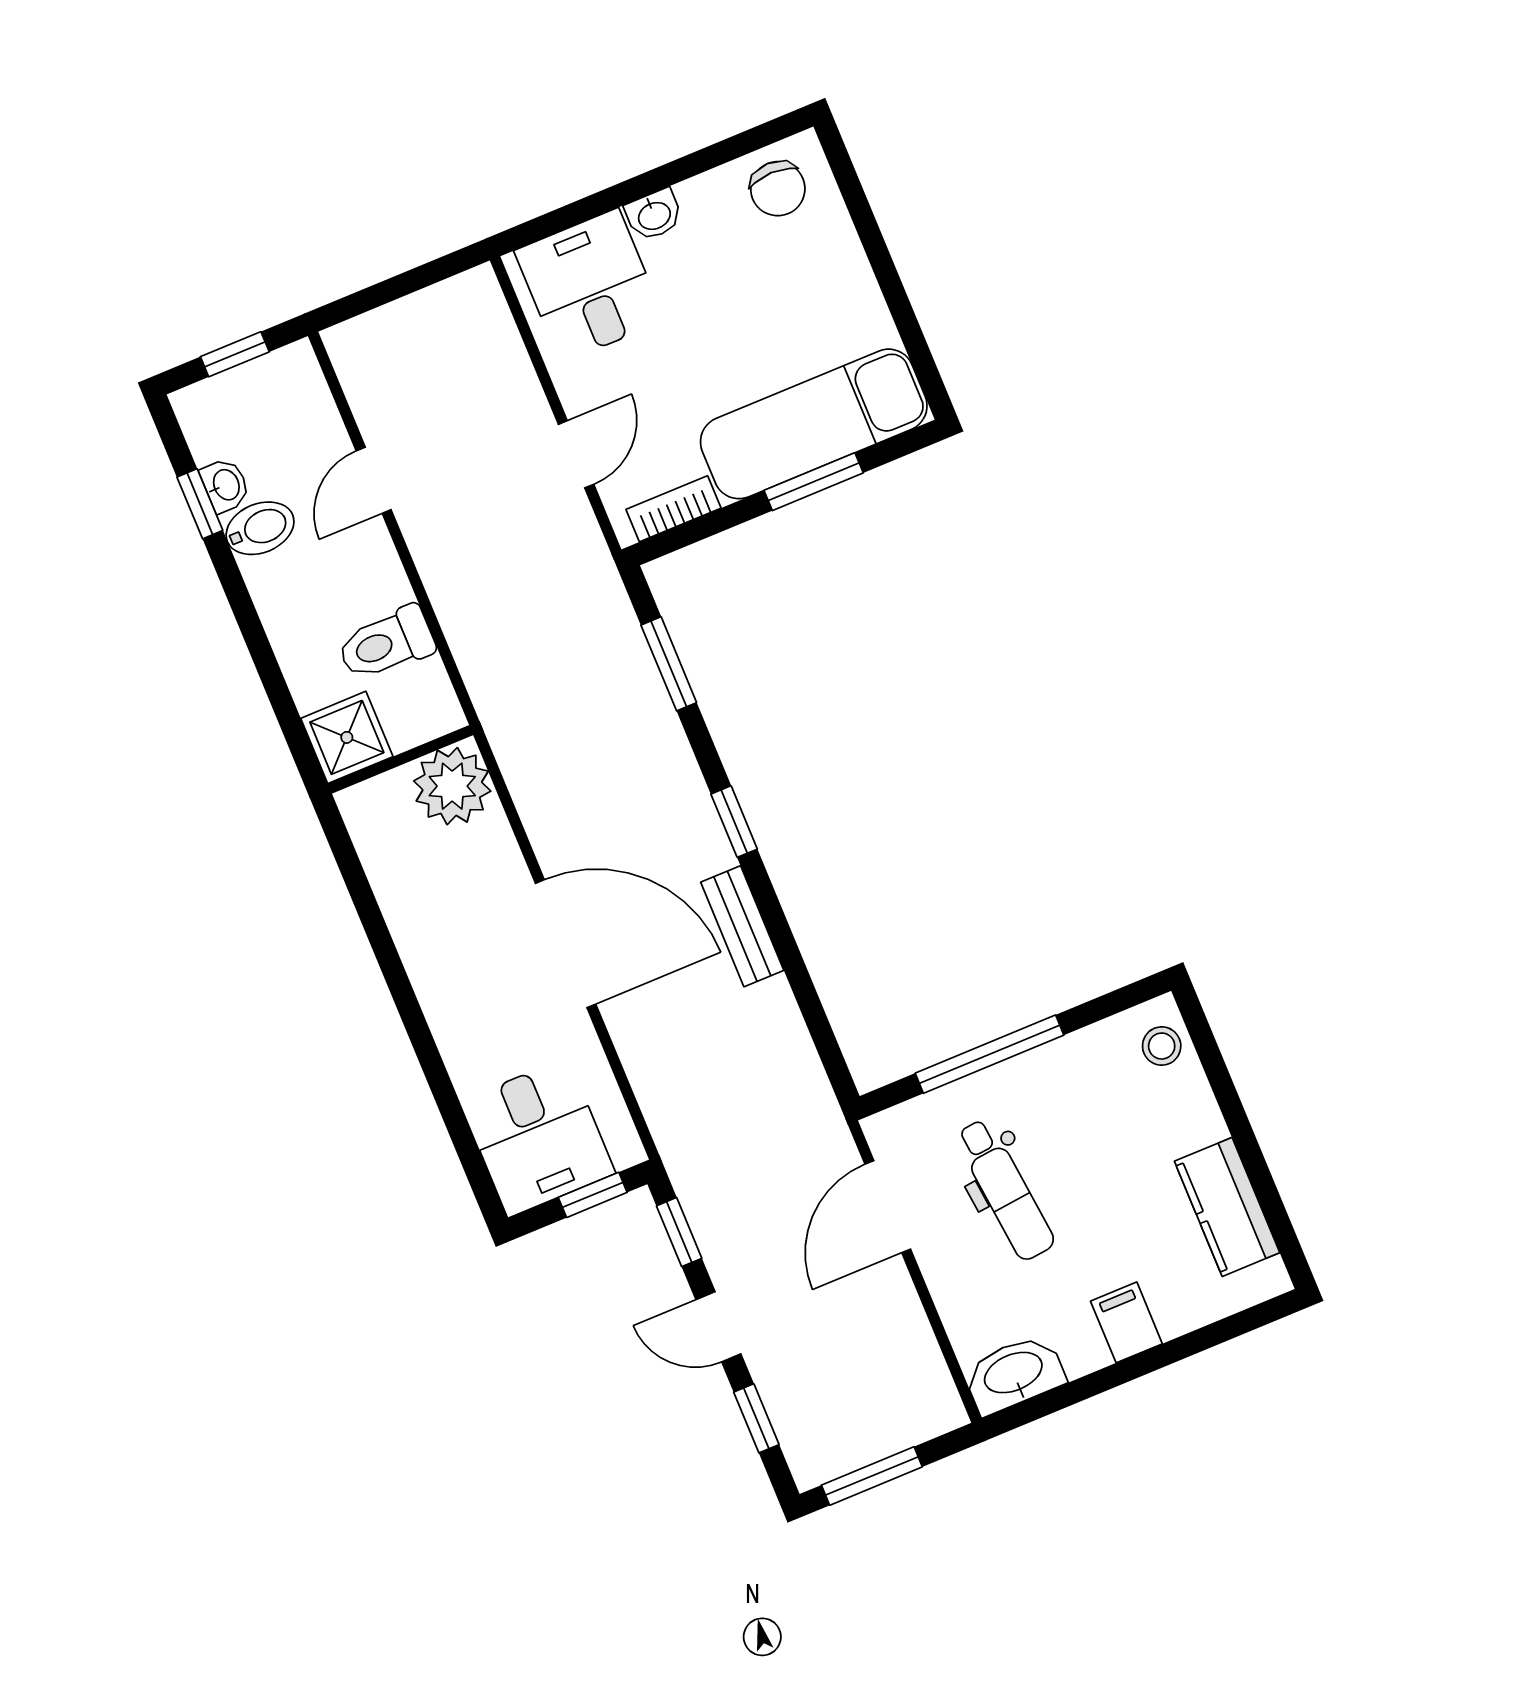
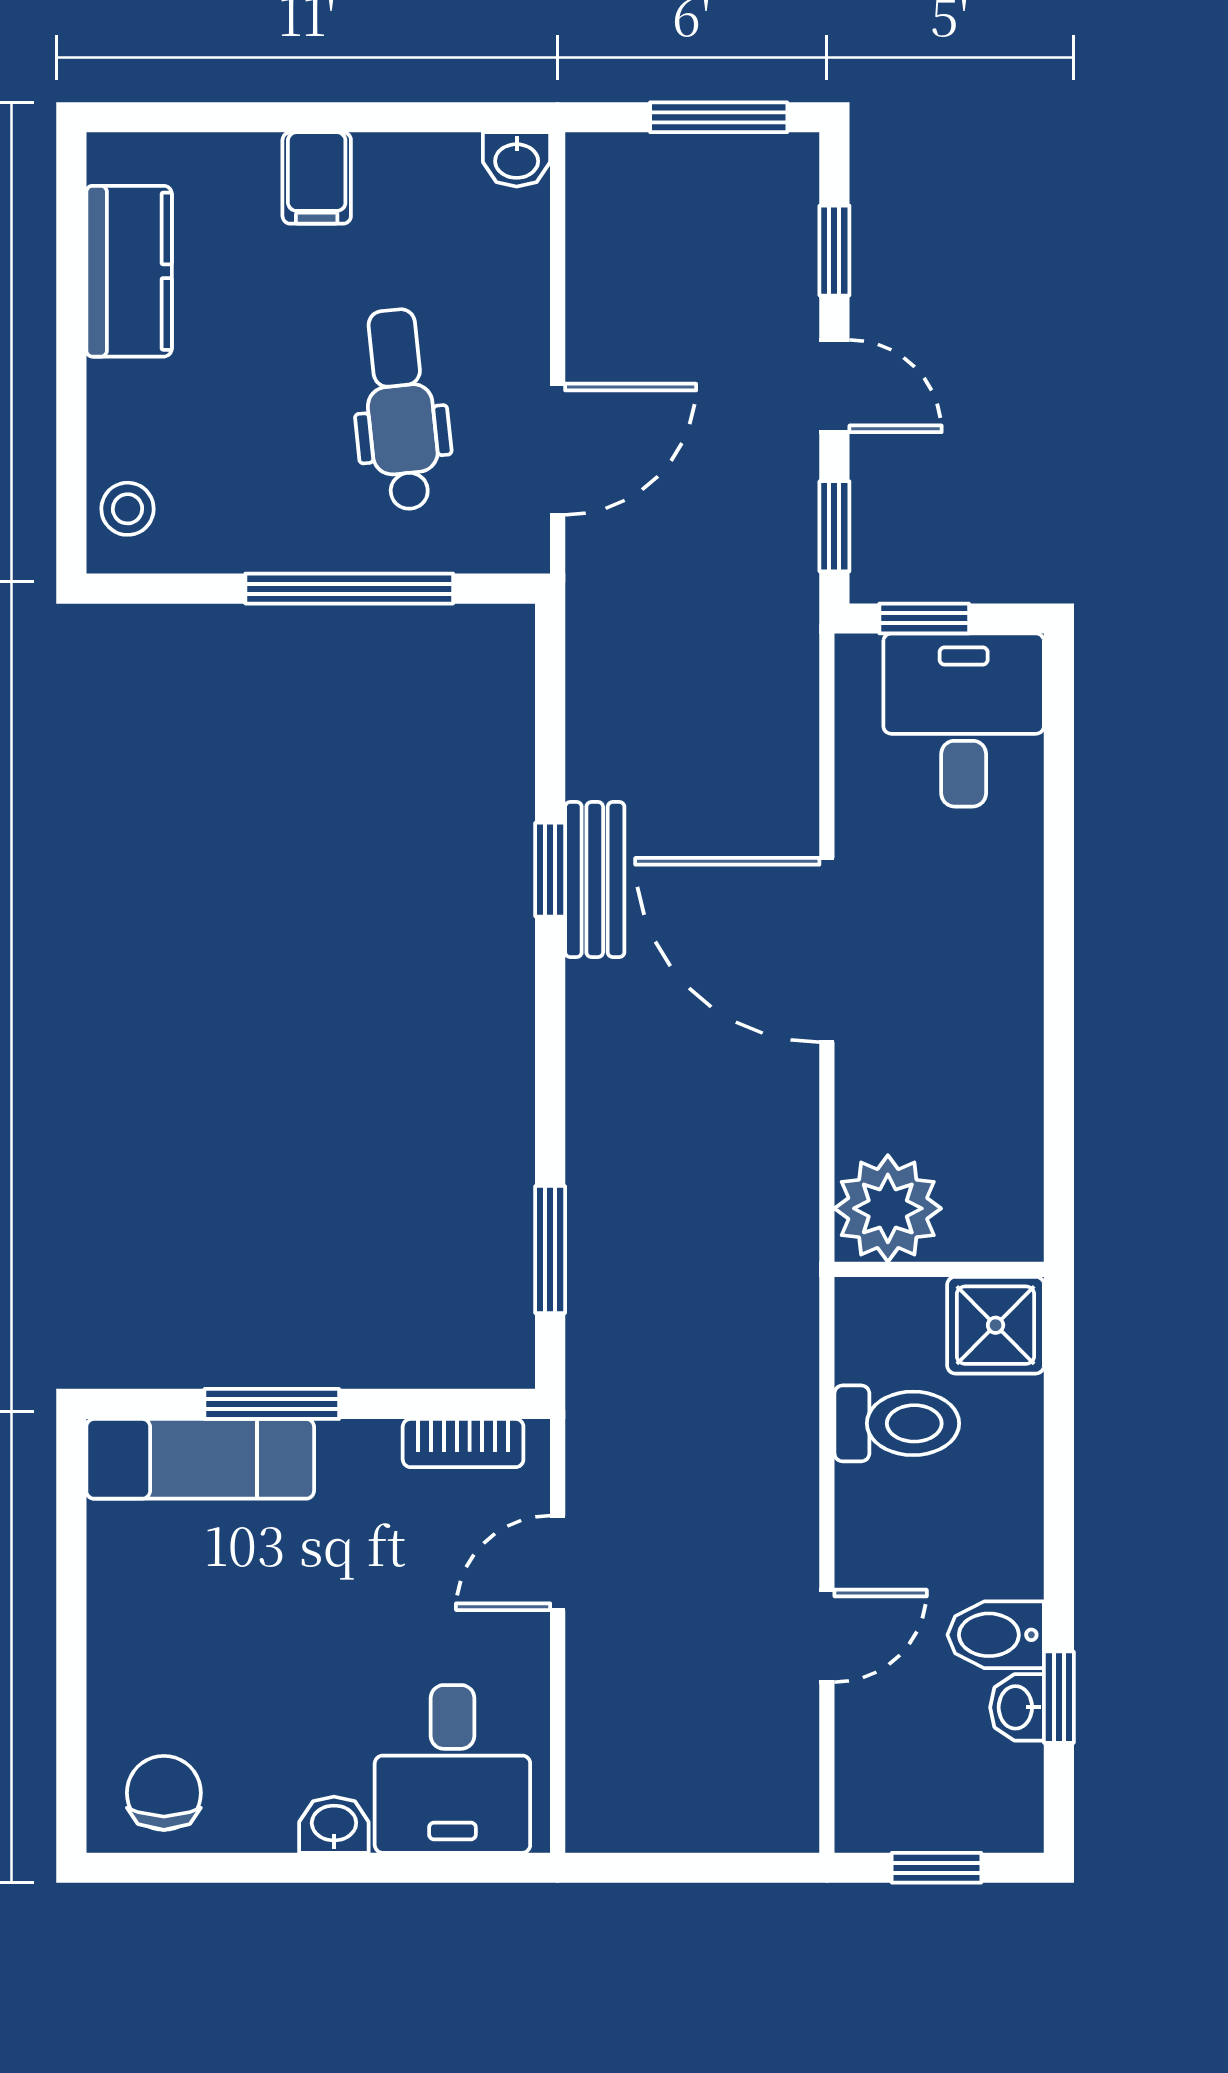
exam couch: (814, 424) -> (200, 1459), width x0.73, depth x0.69
window: (734, 822) -> (550, 870), moved
washbasin: (1014, 1374) -> (517, 159), width x0.52, depth x0.69

